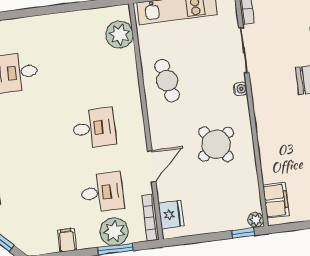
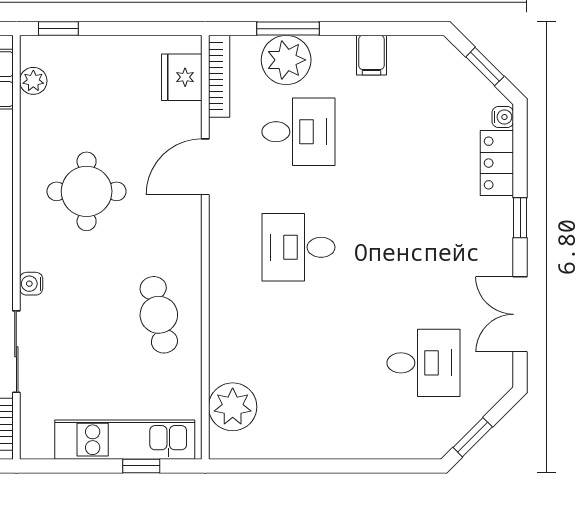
round table: (216, 144) -> (87, 191), turned 37
desk: (102, 192) -> (298, 132), turned 180
plant: (256, 220) -> (33, 81), moved

